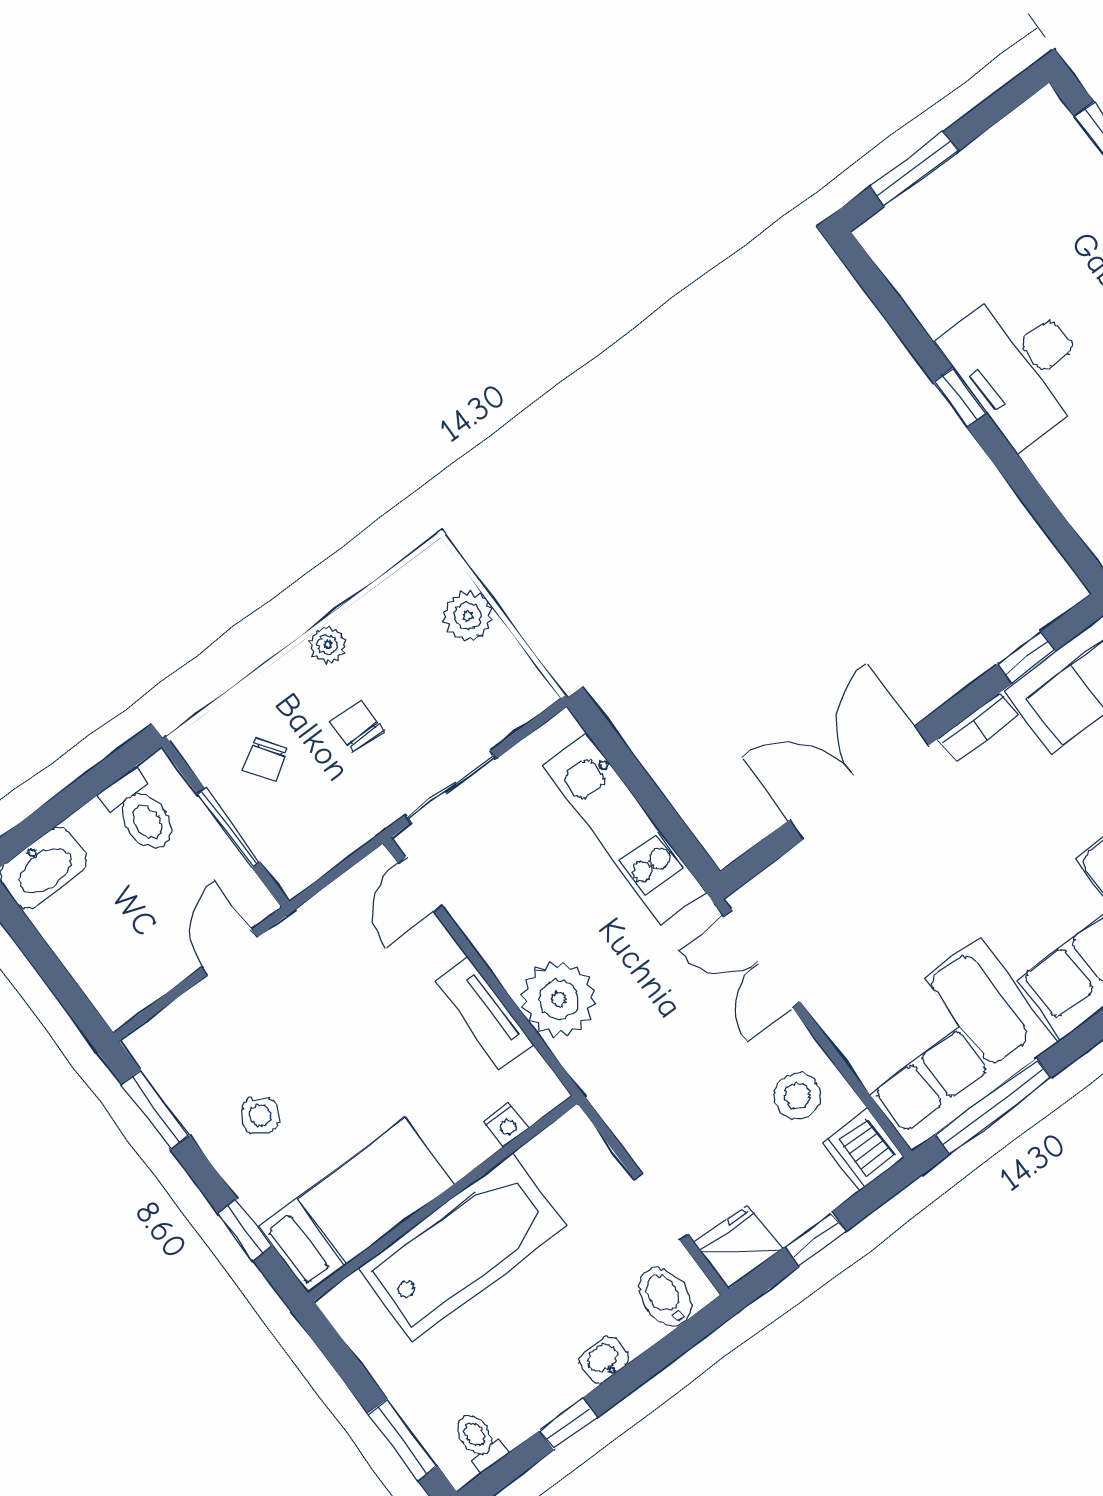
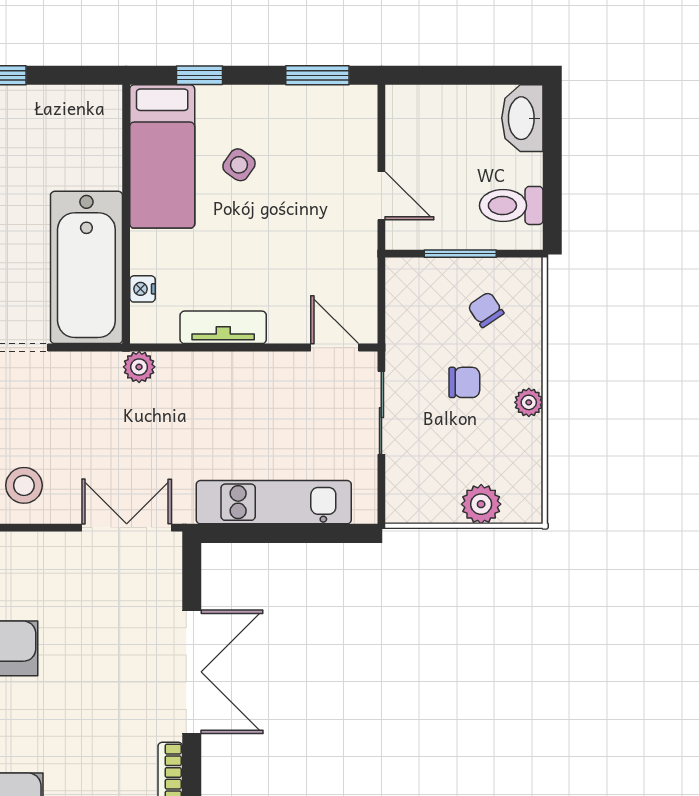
plant: (559, 999) -> (139, 367), moved, width x0.53, depth x0.53
side table: (260, 1115) -> (239, 165), moved
bathtub: (462, 1247) -> (86, 267), moved

